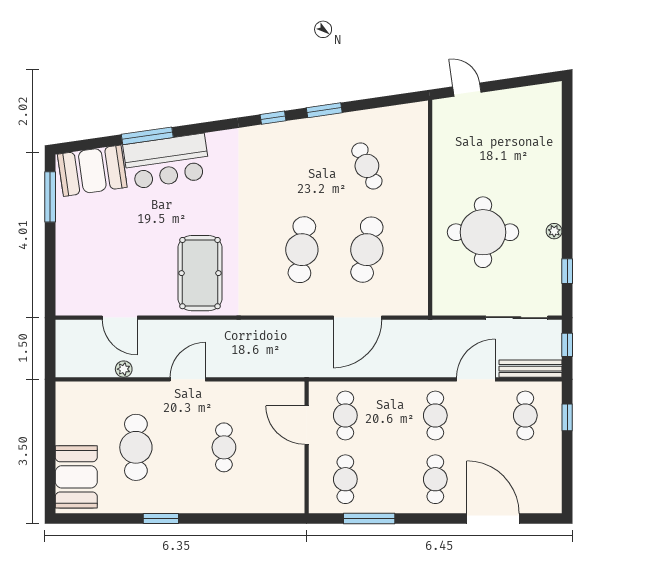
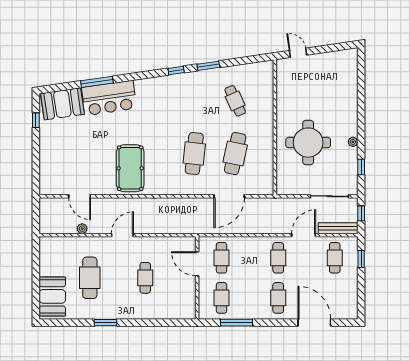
window: (50, 197) -> (36, 120), width x0.46

